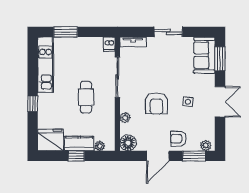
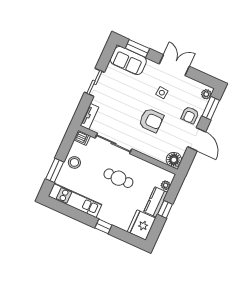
stool: (82, 48) -> (74, 162), added
plant: (125, 118) -> (151, 153), removed

